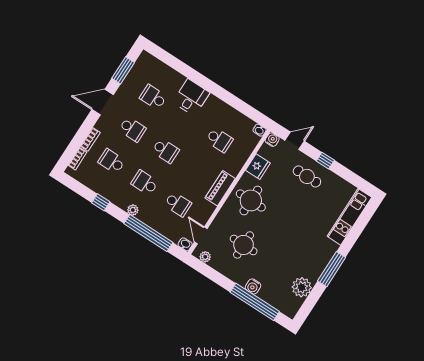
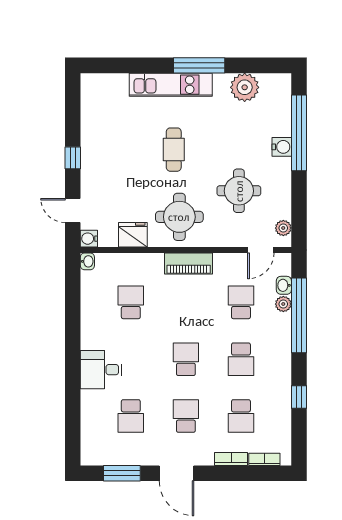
cafe table: (307, 176) -> (174, 150), moved
plant: (133, 210) -> (283, 304), moved
kitchen unit: (349, 217) -> (171, 85), moved
washbasin: (185, 244) -> (284, 285), moved

